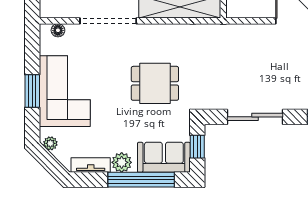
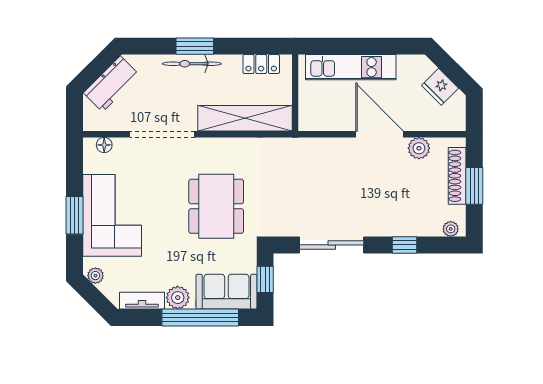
dining table: (155, 83) -> (216, 206), width x1.38

